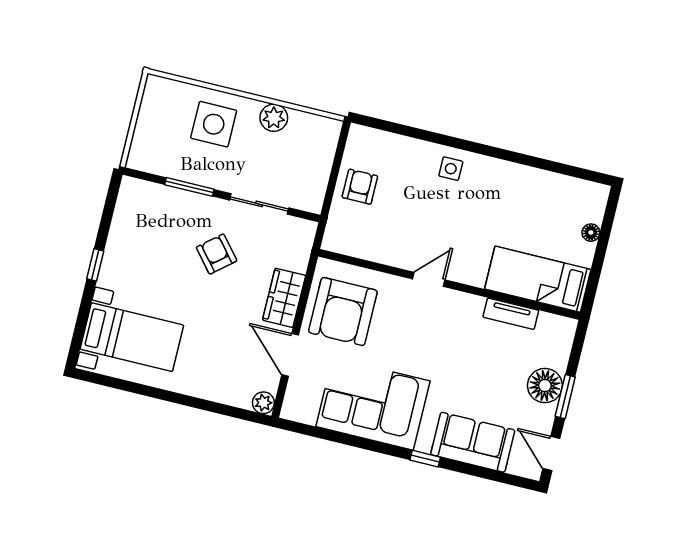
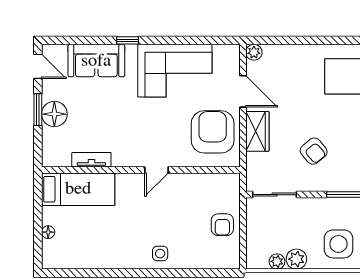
plant: (300, 121) -> (277, 261), added
sliding door: (259, 204) -> (275, 195), moved

